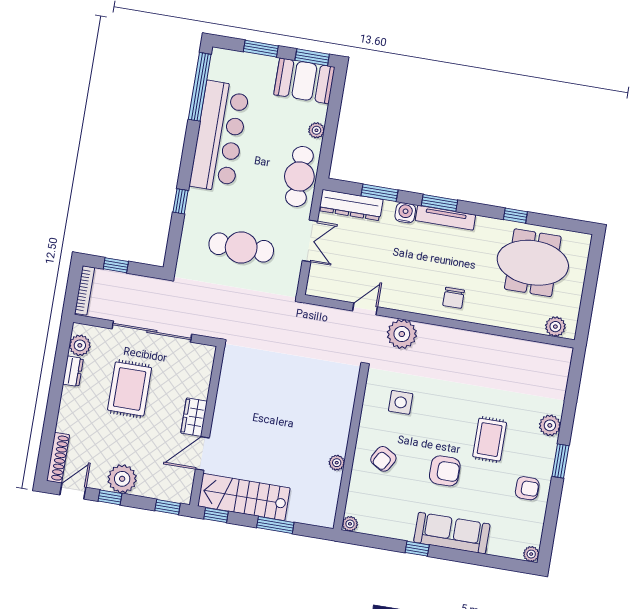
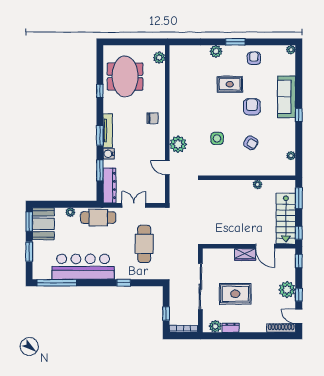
wall: (351, 450) -> (249, 178), moved
plant: (337, 463) -> (257, 184), moved

